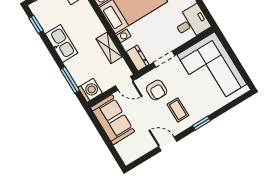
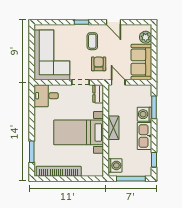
shelving: (109, 48) -> (113, 128), moved
washing machine: (90, 90) -> (144, 114), moved
plant: (124, 149) -> (146, 37), added

